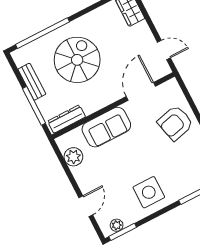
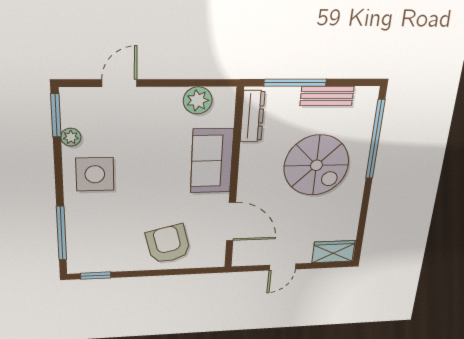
door: (164, 50) -> (283, 267), moved
door: (86, 206) -> (119, 83), swing flipped
plant: (117, 225) -> (71, 137), moved

